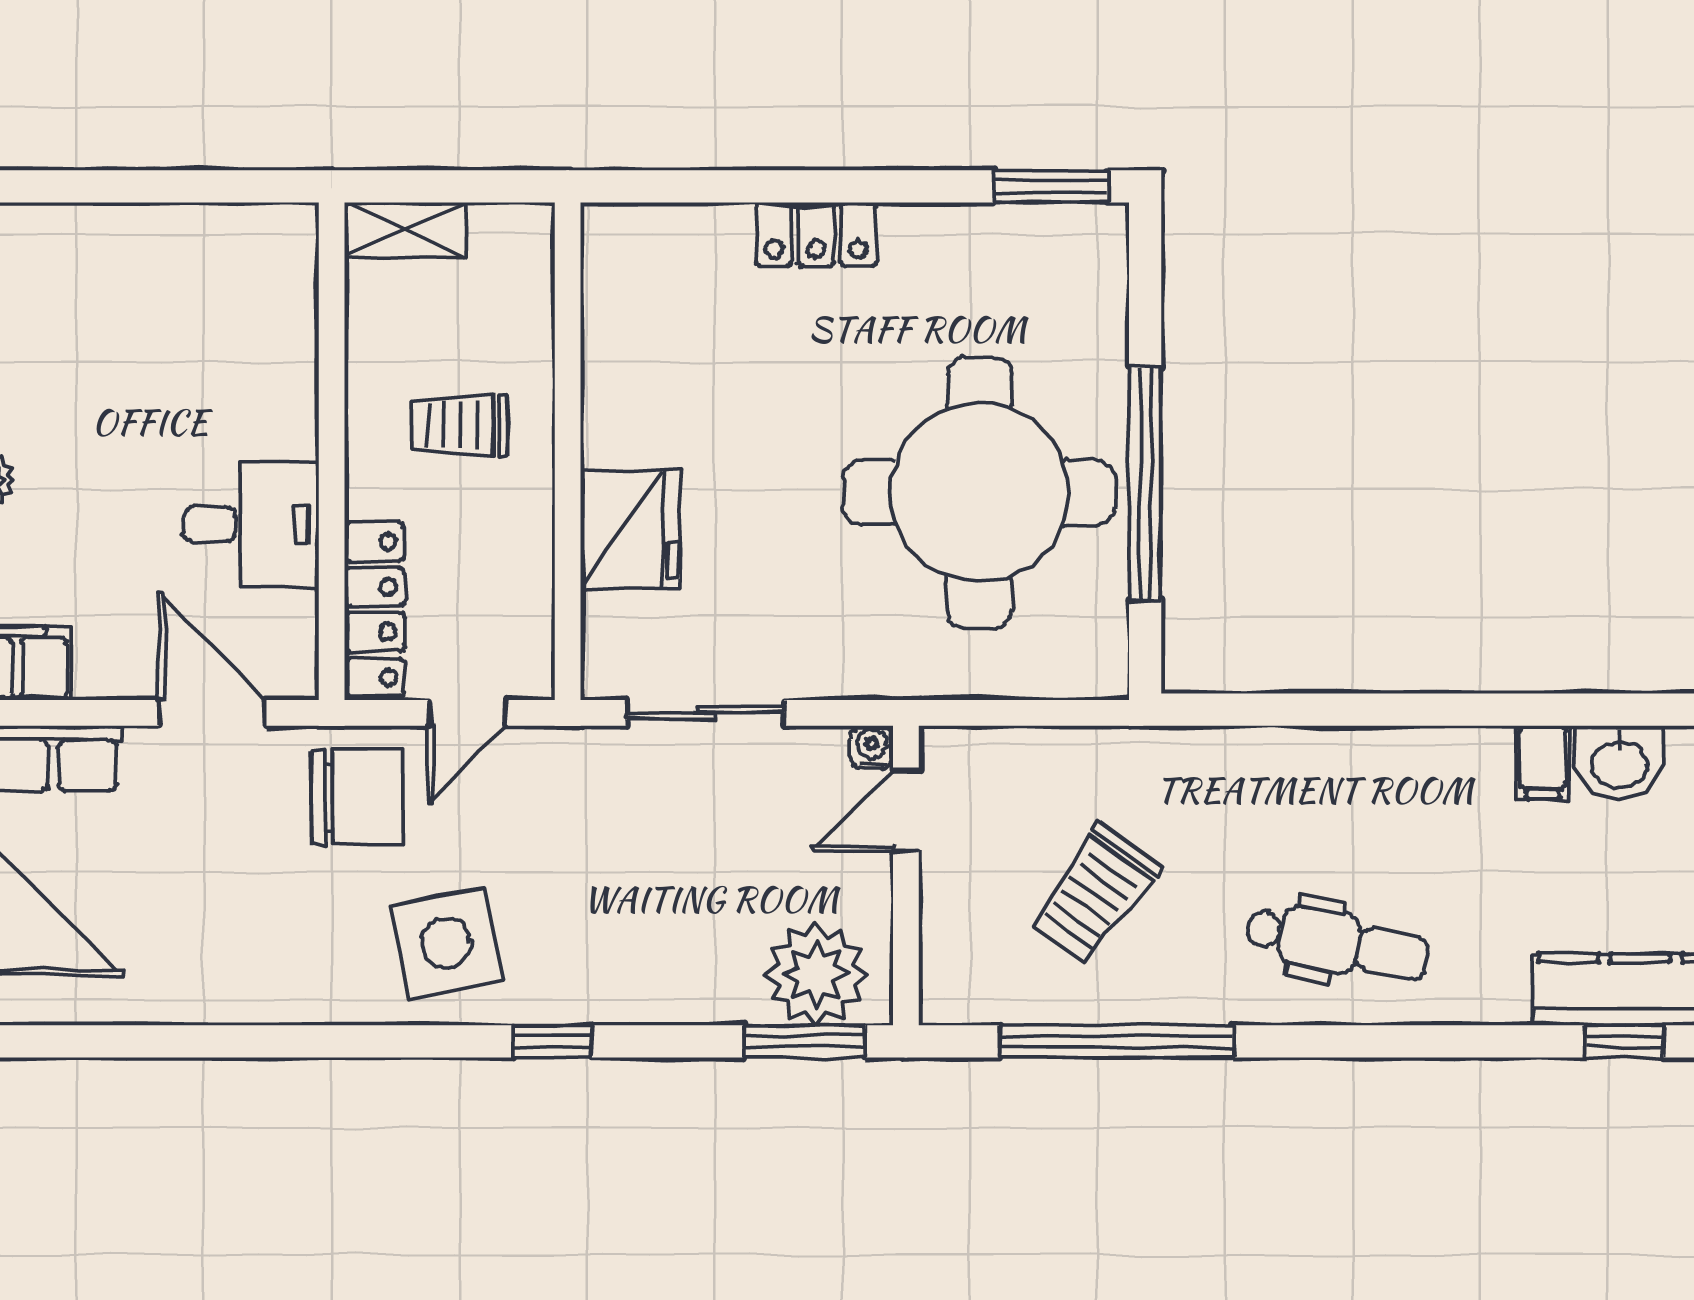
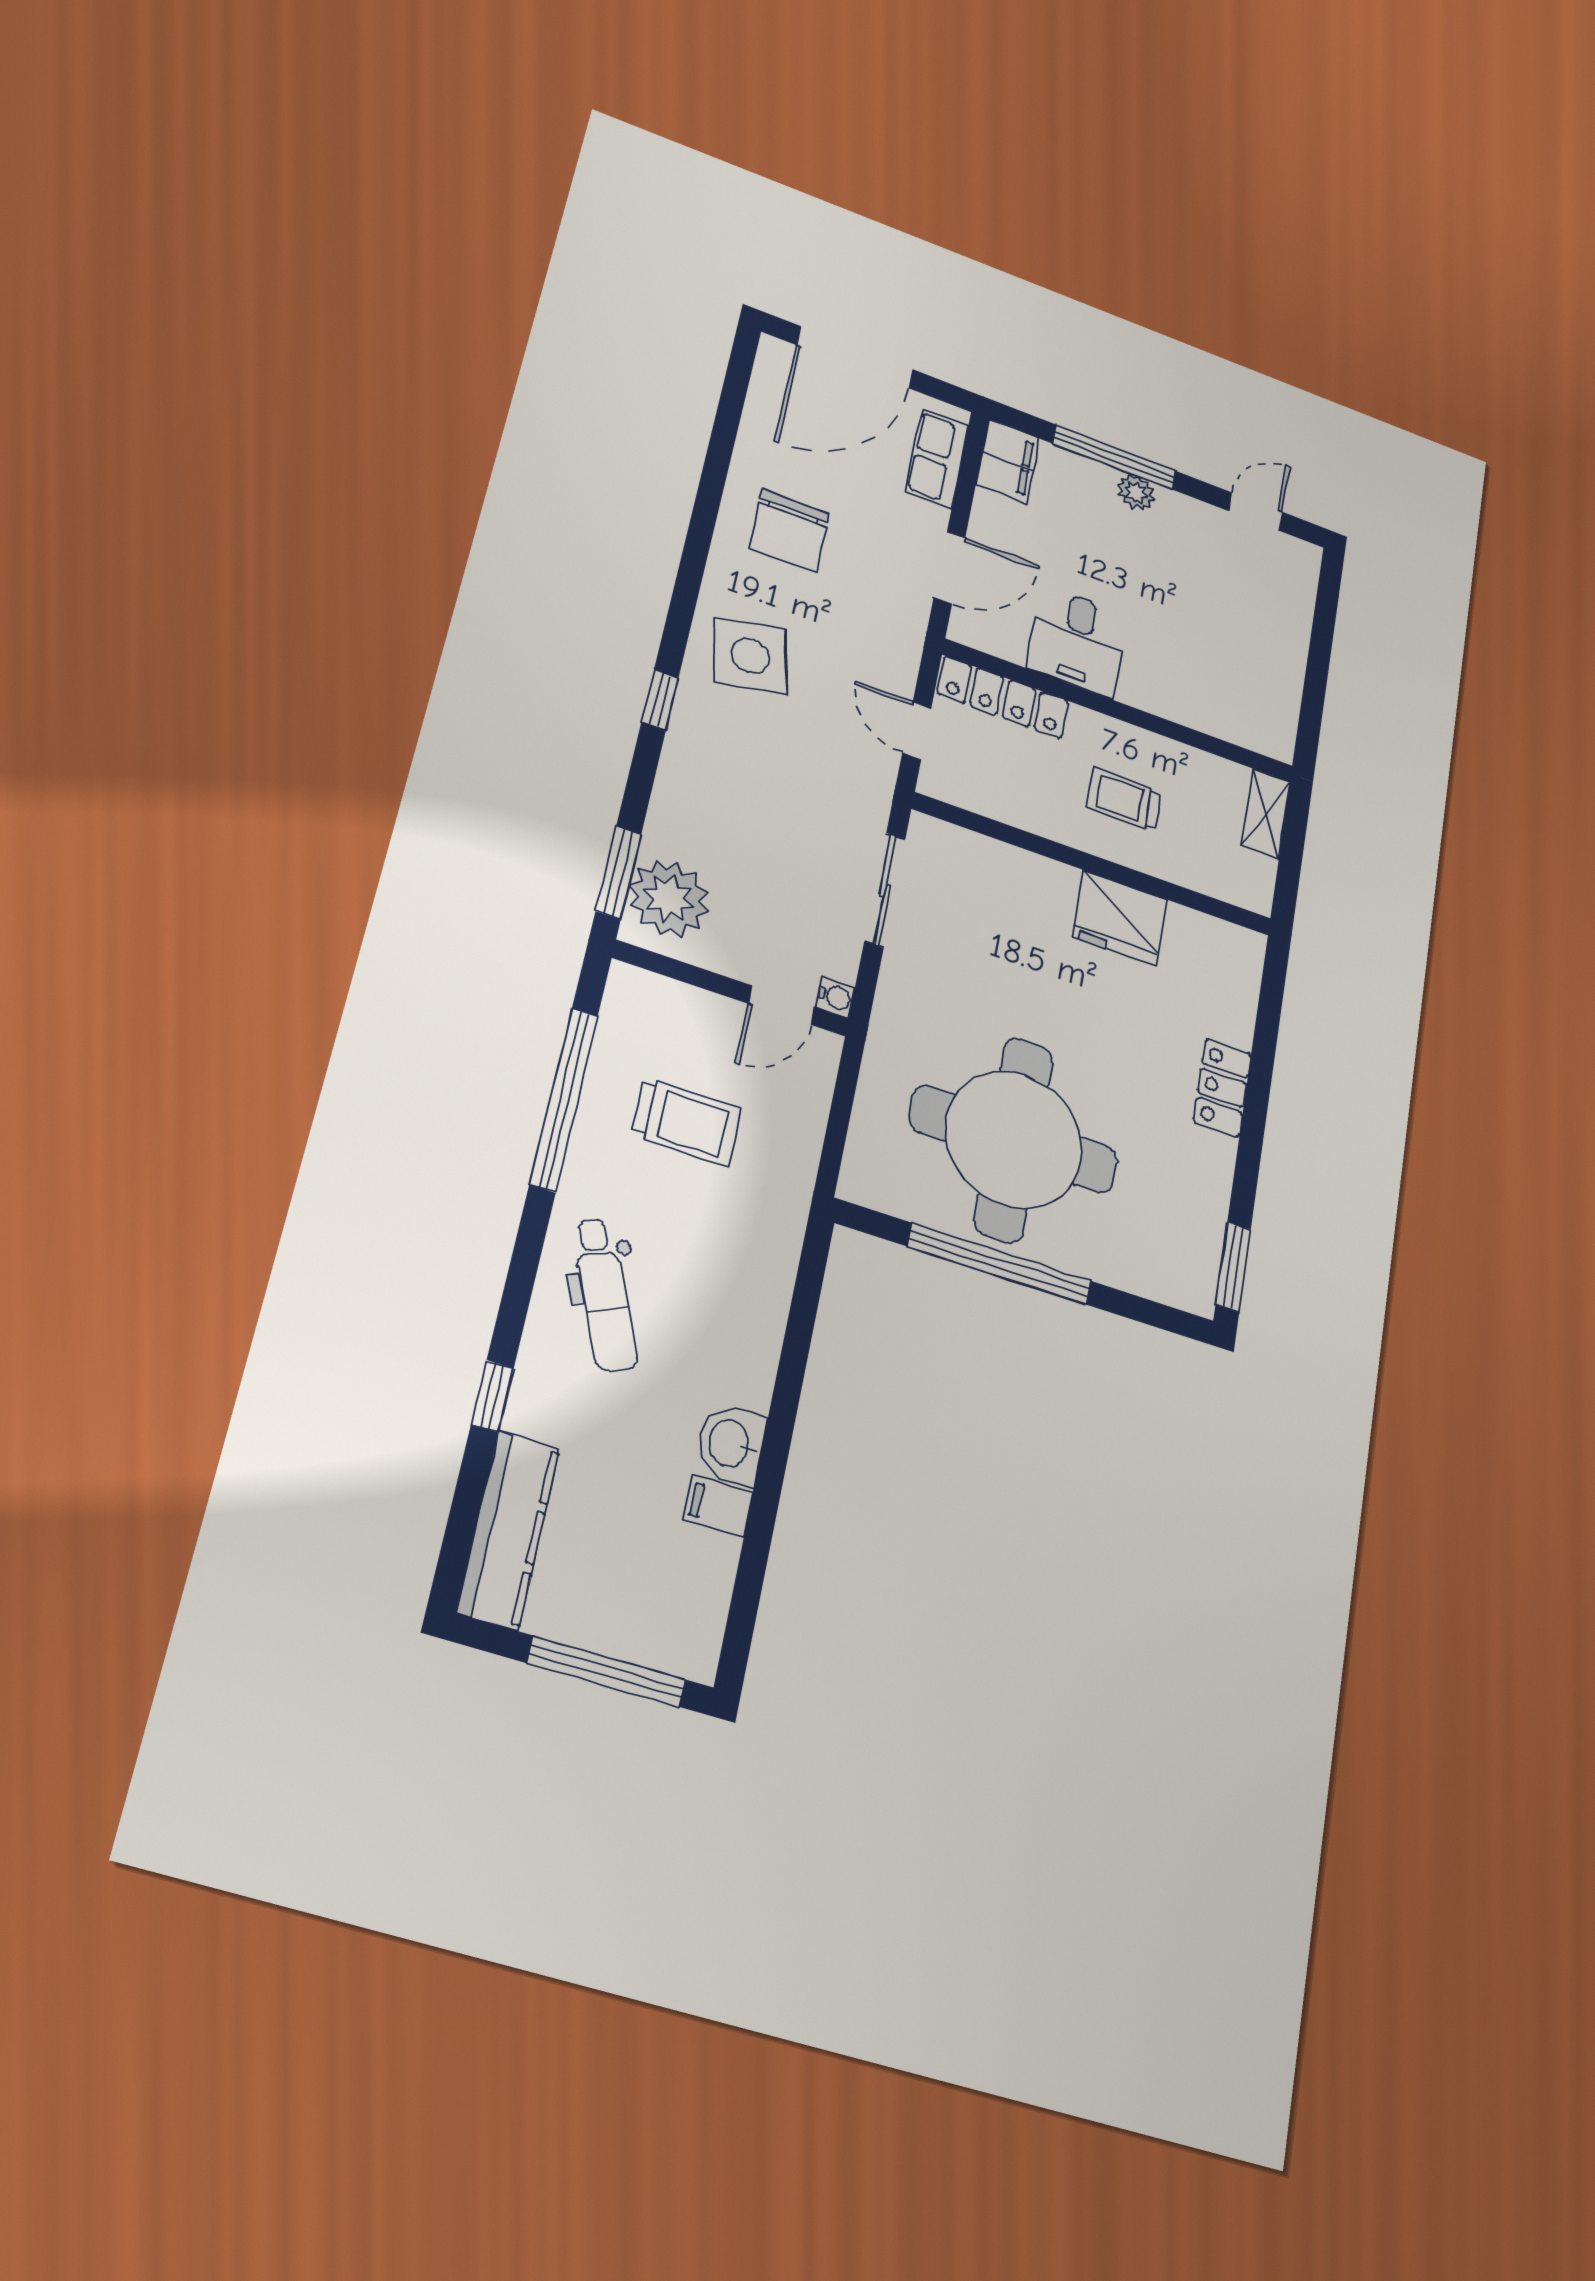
trolley: (459, 425) -> (1124, 800), turned -90
fridge: (630, 529) -> (1120, 918), moved
washbasin: (1620, 763) -> (731, 1444), moved
chair: (357, 797) -> (789, 530), moved
door: (906, 811) -> (782, 1005), swing flipped
trolley: (1095, 894) -> (686, 1122), turned 144
dental chair: (1337, 943) -> (604, 1295), turned -34
window: (1625, 1041) -> (493, 1396), moved

